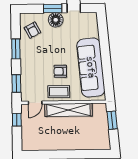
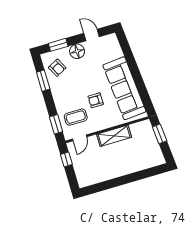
window: (53, 8) -> (58, 45), moved
window: (16, 49) -> (43, 81), moved
coffee table: (59, 92) -> (76, 117), moved
shelving: (69, 110) -> (114, 136), width x0.68

